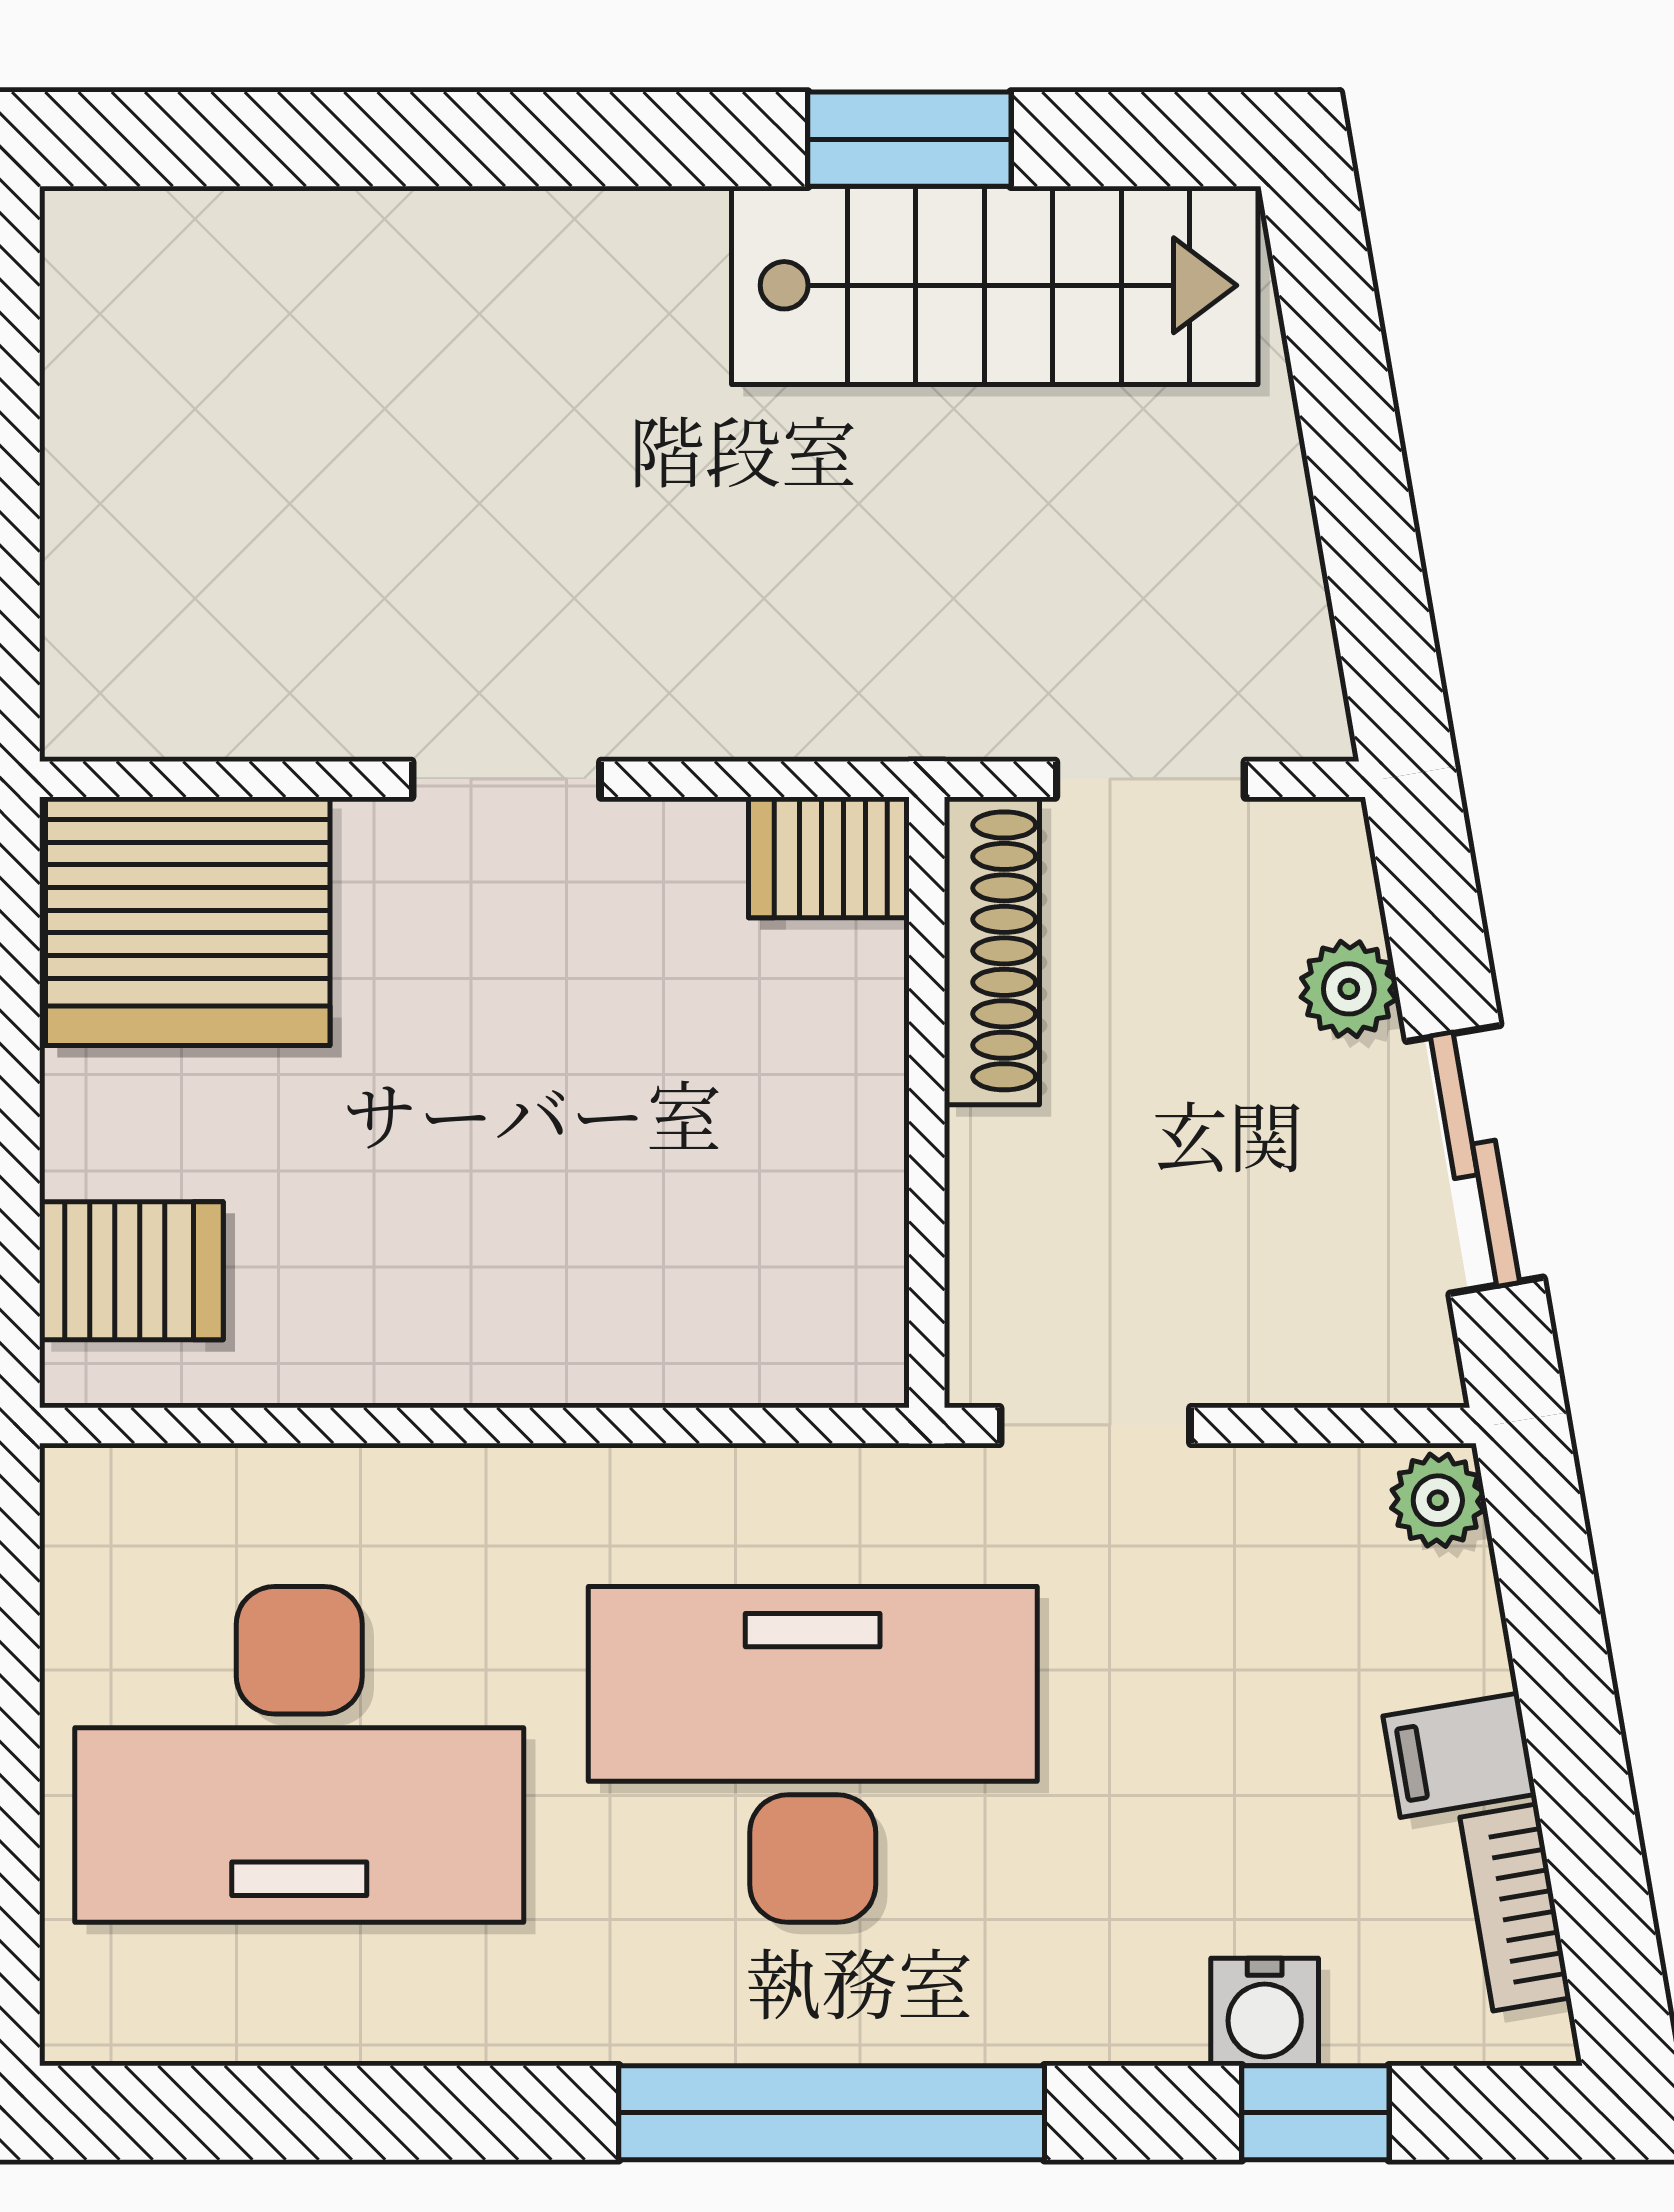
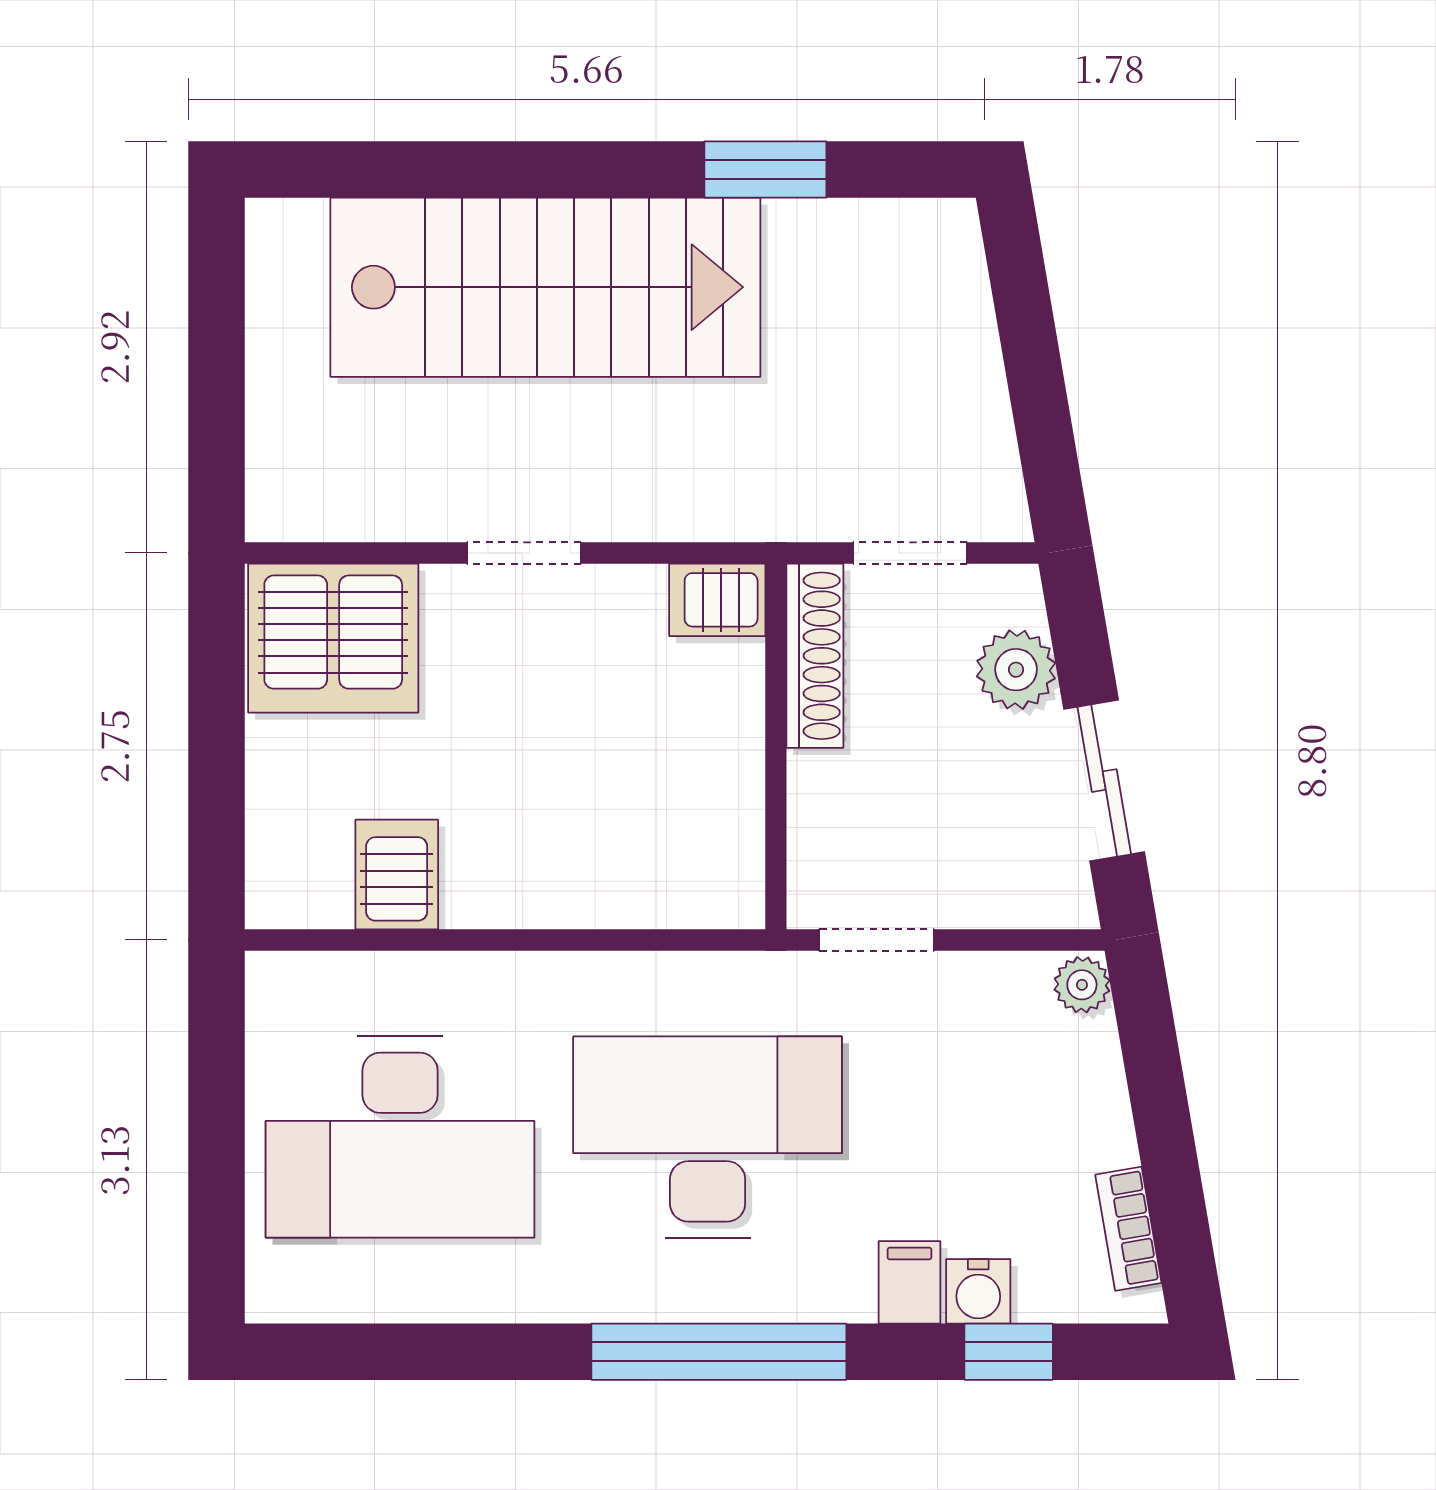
stairs: (995, 285) -> (545, 287), moved, width x1.36, depth x1.51
plant: (1349, 989) -> (1016, 670), width x1.38, depth x1.38
server rack: (131, 1271) -> (397, 875), moved, turned -90
filing cabinet: (1459, 1755) -> (909, 1282), moved, turned 100

